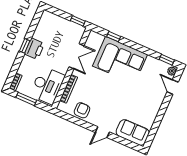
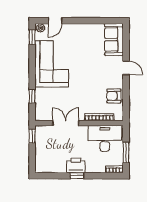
corner sofa: (120, 60) -> (52, 64), moved

